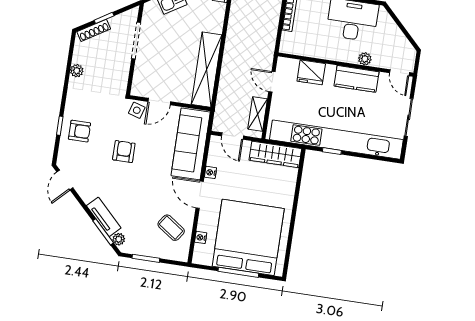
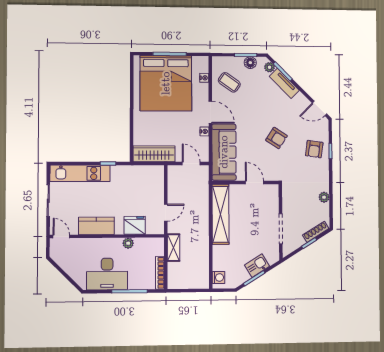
plant: (365, 59) -> (128, 243), moved
door: (272, 82) -> (166, 213), hinge flipped
door: (159, 102) -> (254, 182), hinge flipped
side table: (137, 110) -> (271, 173), removed
shelving: (258, 114) -> (174, 248), moved
armchair: (79, 131) -> (314, 149), turned -82
kitchen unit: (336, 140) -> (80, 173), width x0.54
armchair: (124, 152) -> (276, 138), turned -57
door: (65, 180) -> (320, 108), swing flipped
floor lamp: (142, 248) -> (250, 63), added

